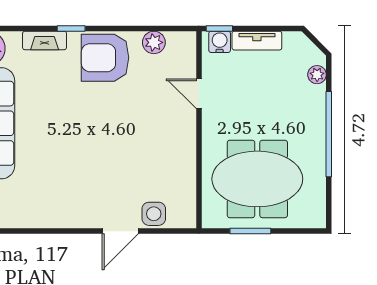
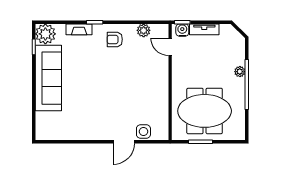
armchair: (105, 58) -> (115, 39), width x0.53, depth x0.53
plant: (317, 75) -> (240, 72), moved
door: (199, 94) -> (170, 47), moved

